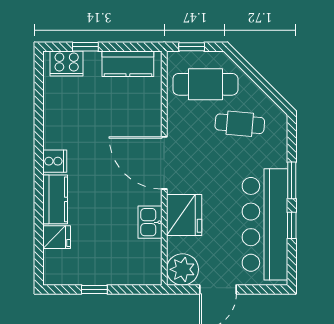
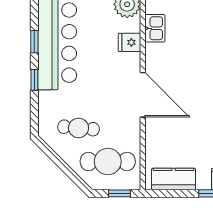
window: (292, 180) -> (34, 80), width x0.67
fridge: (184, 215) -> (129, 42), width x0.53, depth x0.75
kitchen sink: (150, 222) -> (155, 28), moved

